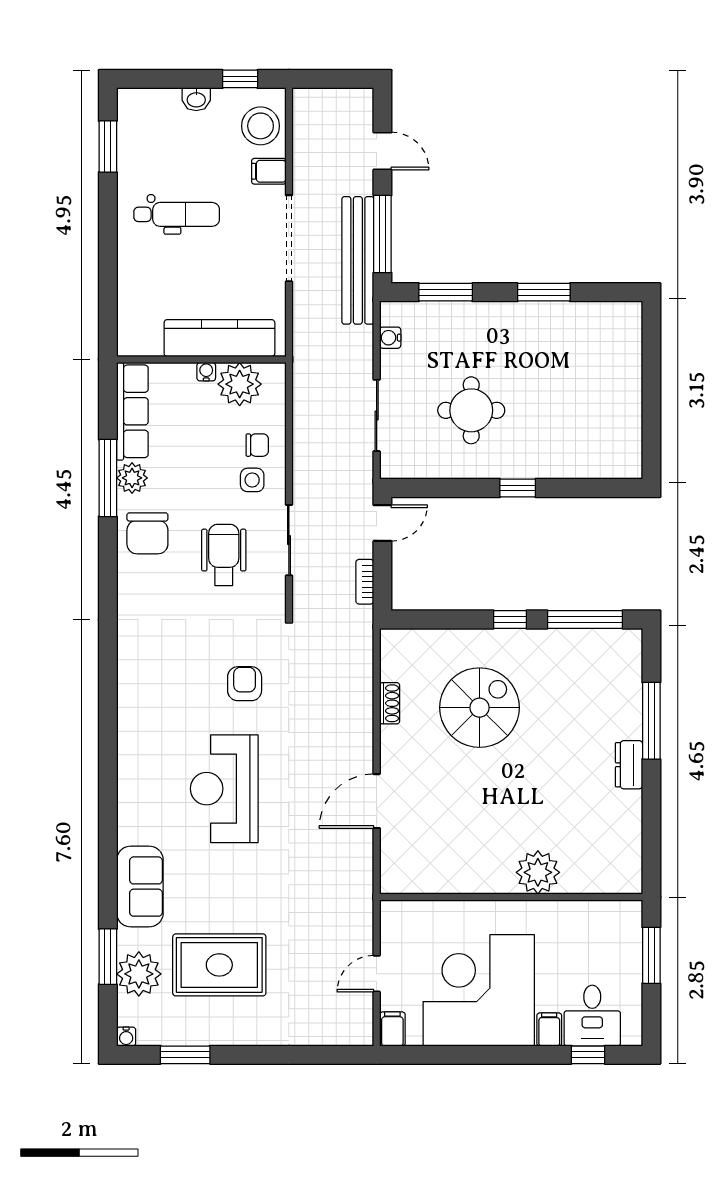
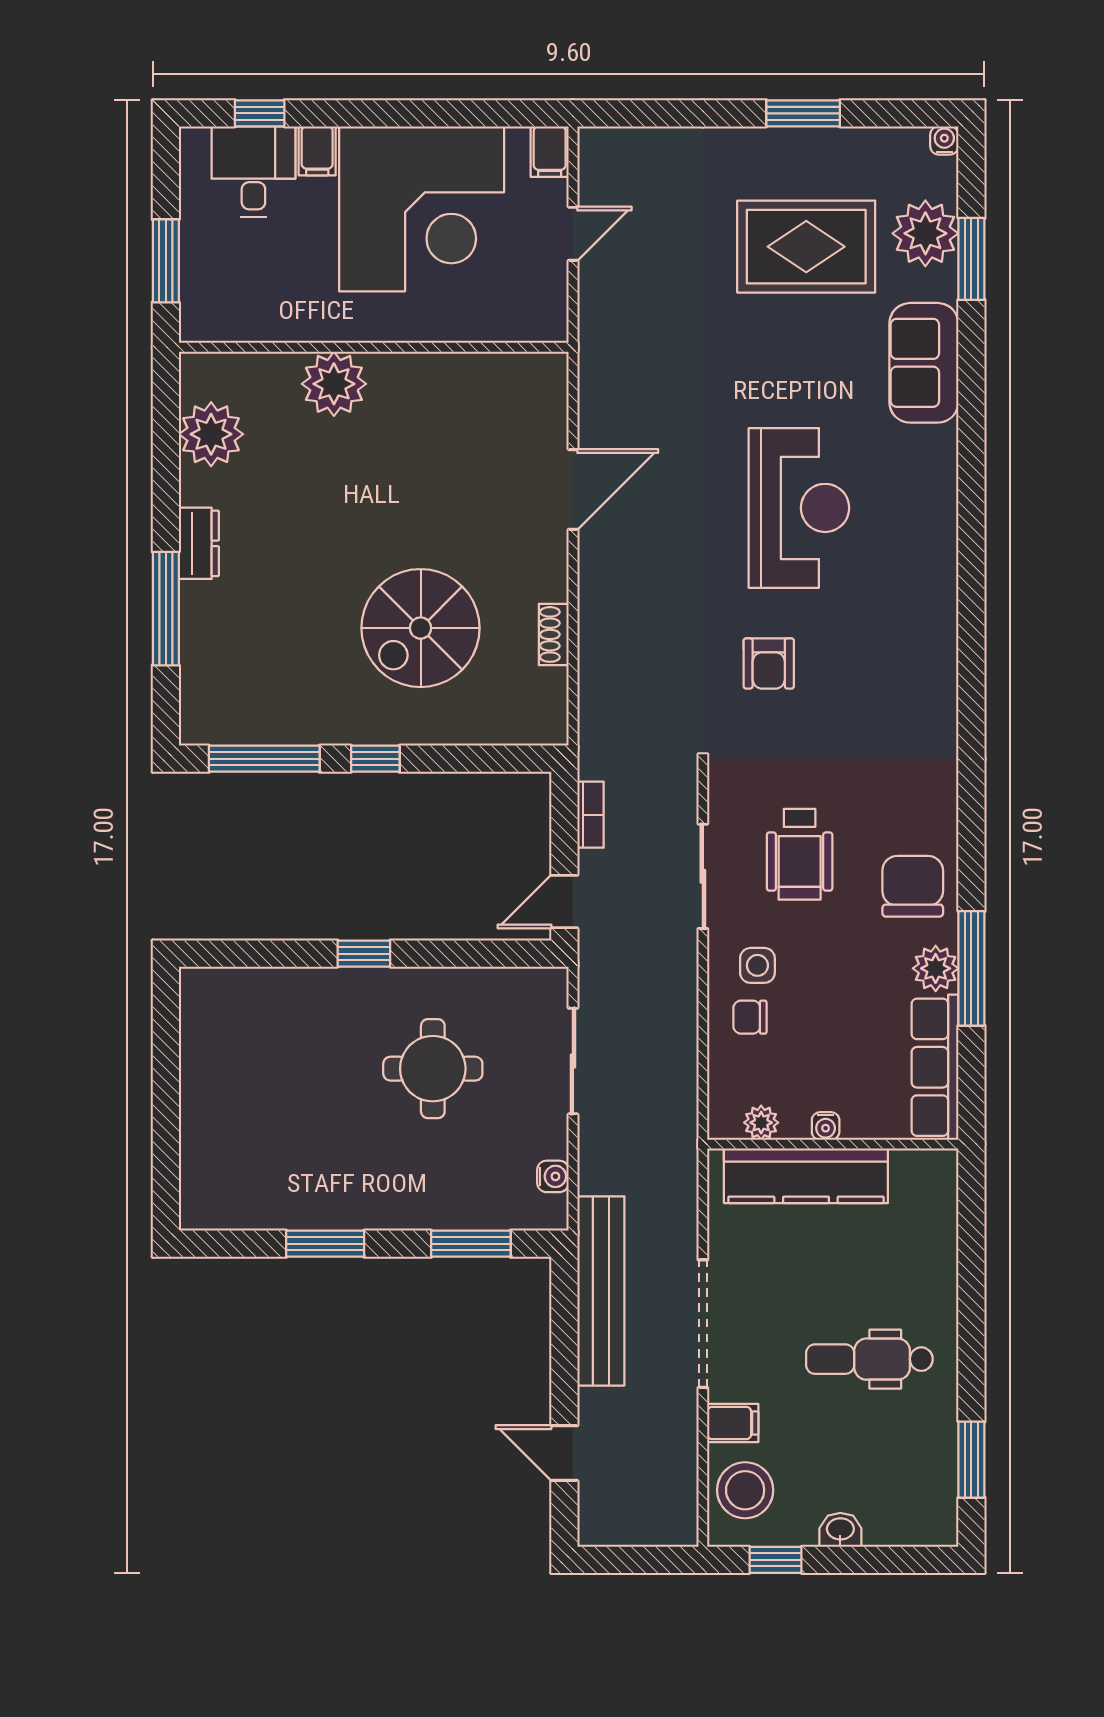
window: (382, 234) -> (564, 1330), removed
plant: (240, 384) -> (761, 1123), width x0.53, depth x0.53
plant: (621, 838) -> (211, 434), added
window: (185, 1055) -> (803, 113), moved

